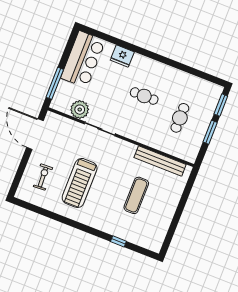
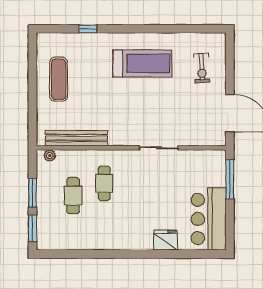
cafe table: (144, 96) -> (104, 183), moved, turned 90
plant: (80, 110) -> (50, 155), moved, width x0.53, depth x0.53
treadmill: (80, 183) -> (142, 63), moved, turned 90
exercise mat: (136, 195) -> (59, 79), moved

